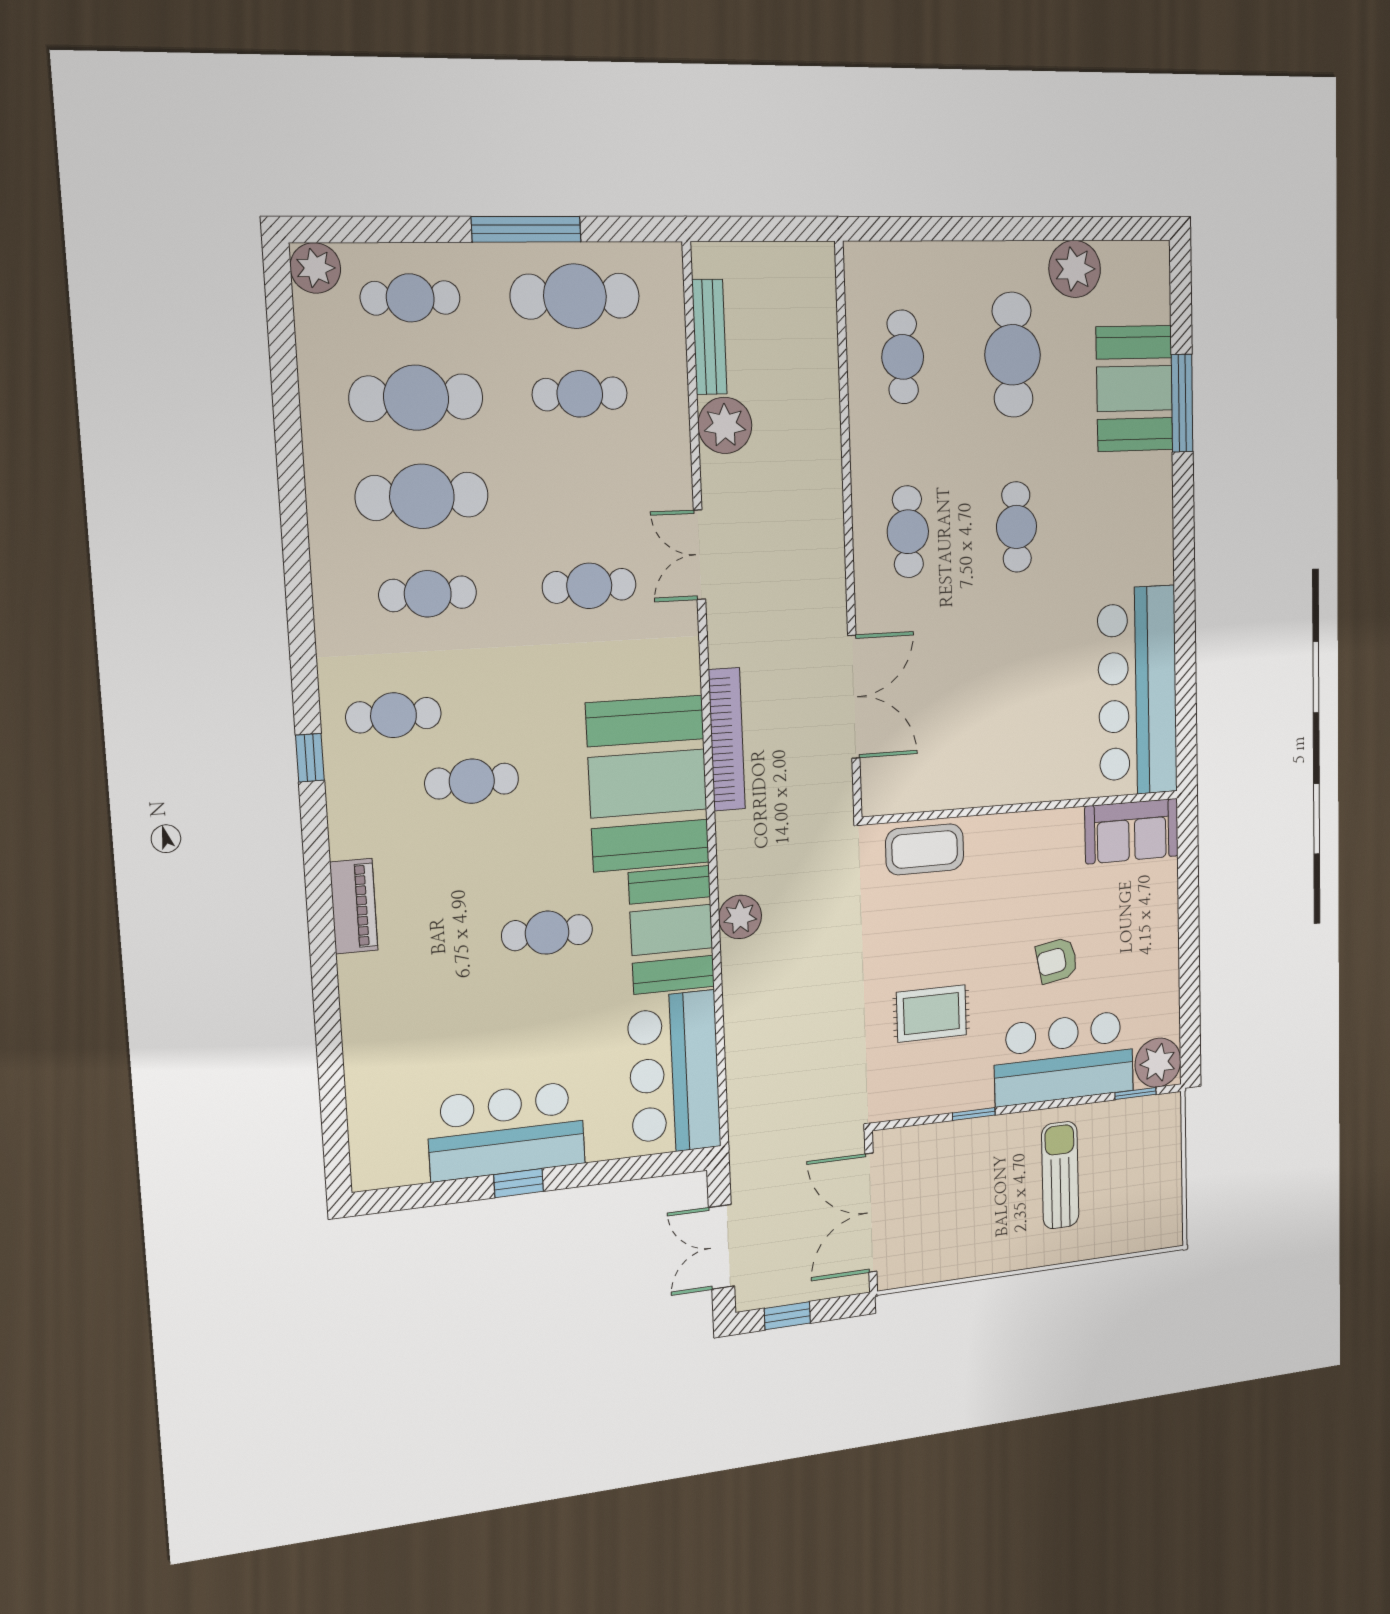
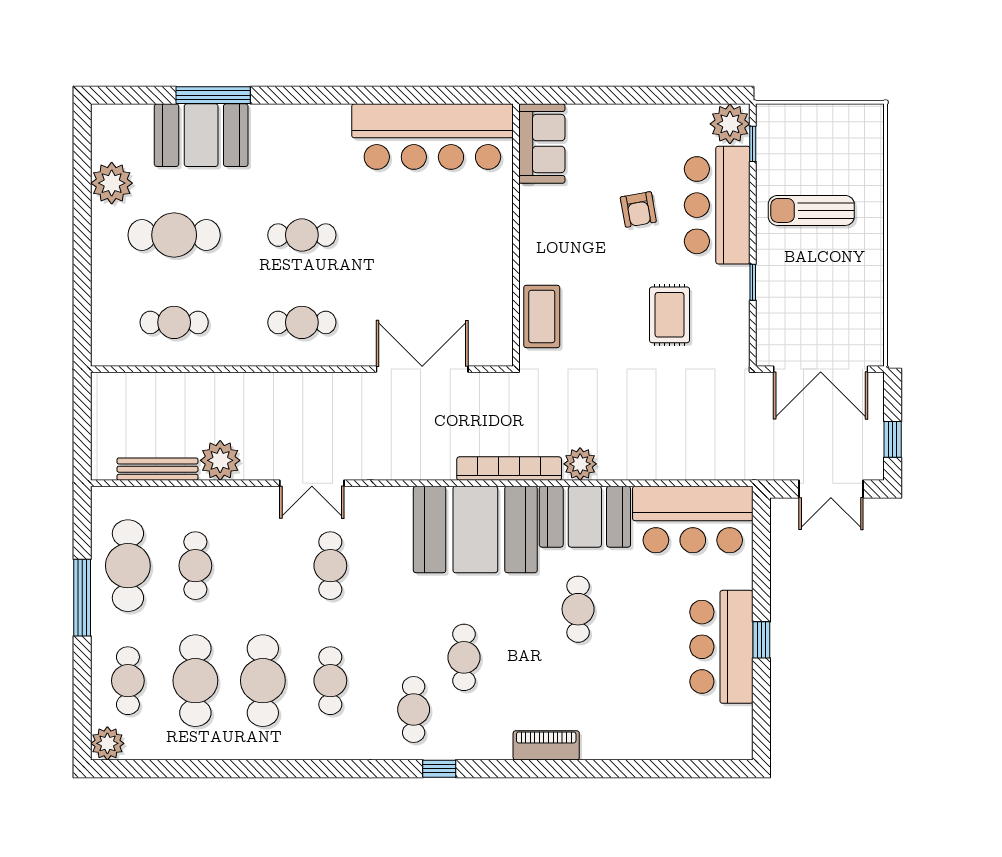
bookcase: (727, 739) -> (509, 469), moved

